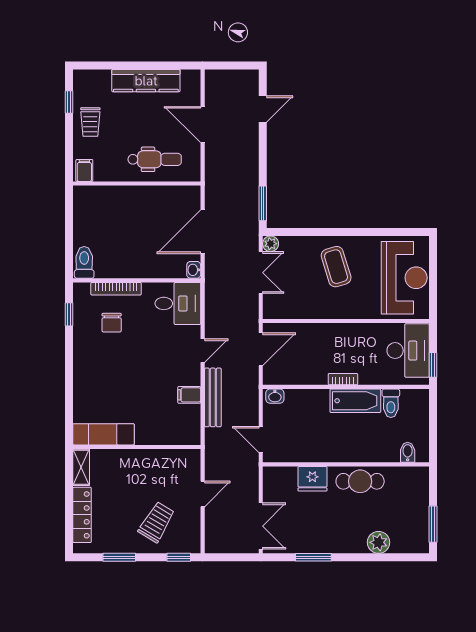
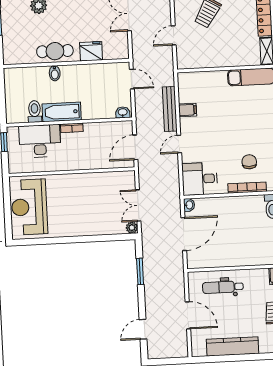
window: (263, 203) -> (140, 271), moved
coffee table: (336, 267) -> (81, 213), removed
desk: (408, 351) -> (40, 141), moved, turned 90
bidet: (408, 452) -> (55, 73), moved

